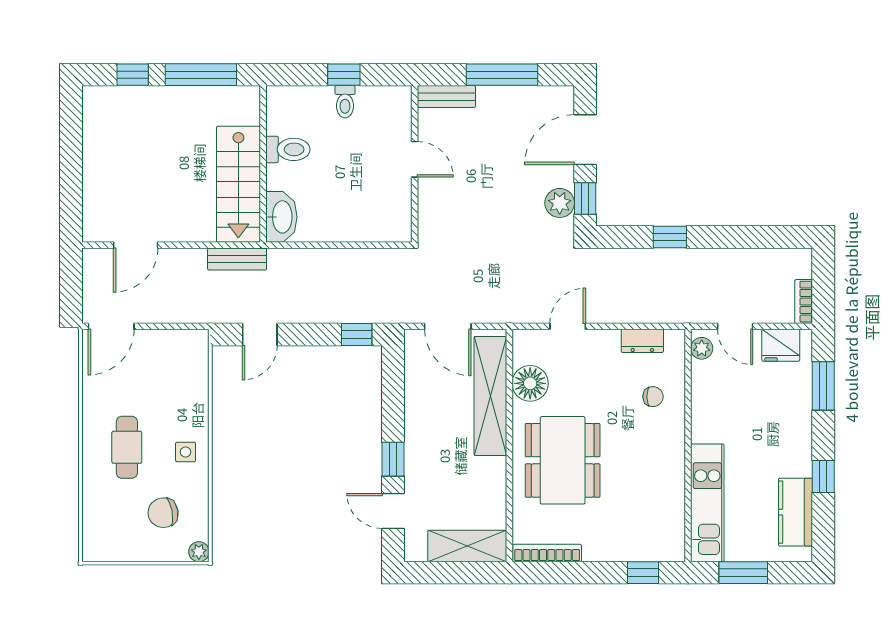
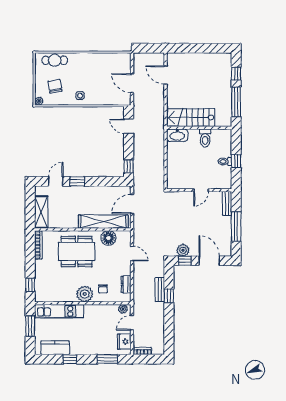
bench: (237, 259) -> (160, 289), moved
door: (111, 326) -> (132, 83), moved
plant: (666, 441) -> (85, 294), added
cafe table: (127, 447) -> (55, 60), moved

